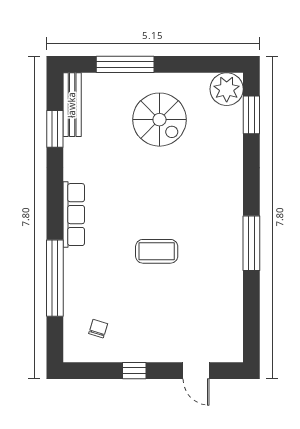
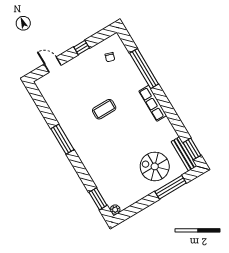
plant: (227, 89) -> (115, 210), width x0.53, depth x0.53
spiral stairs: (159, 120) -> (155, 166), moved
window: (55, 129) -> (192, 149), moved

